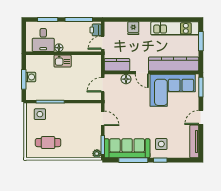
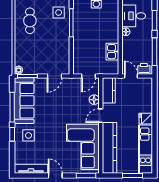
fridge: (133, 28) -> (146, 119), moved
kitchen sink: (63, 61) -> (112, 52), moved
door: (103, 85) -> (88, 76), swing flipped

